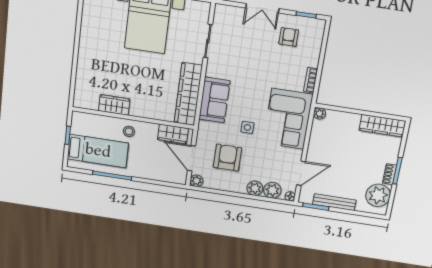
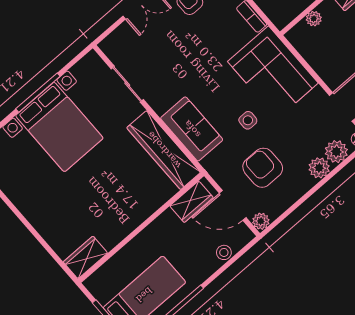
wardrobe: (114, 105) -> (85, 257), moved
plant: (320, 114) -> (314, 19), moved
stool: (129, 131) -> (224, 252), moved

